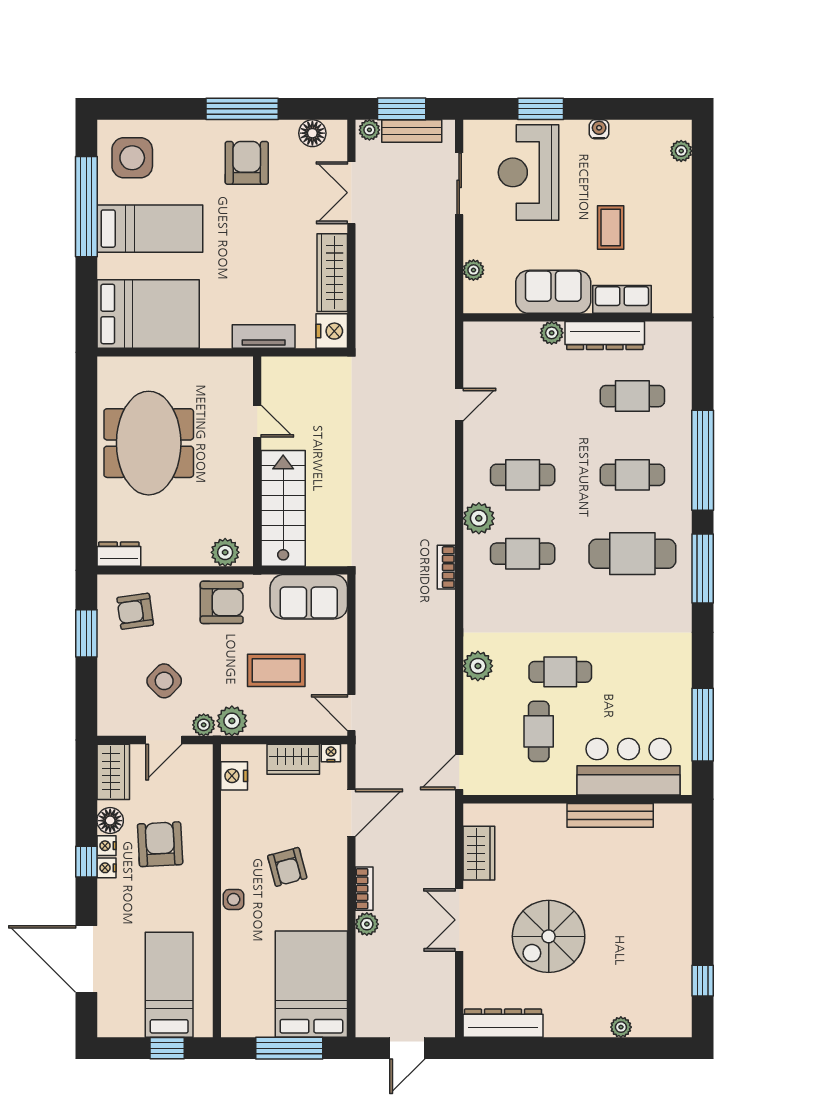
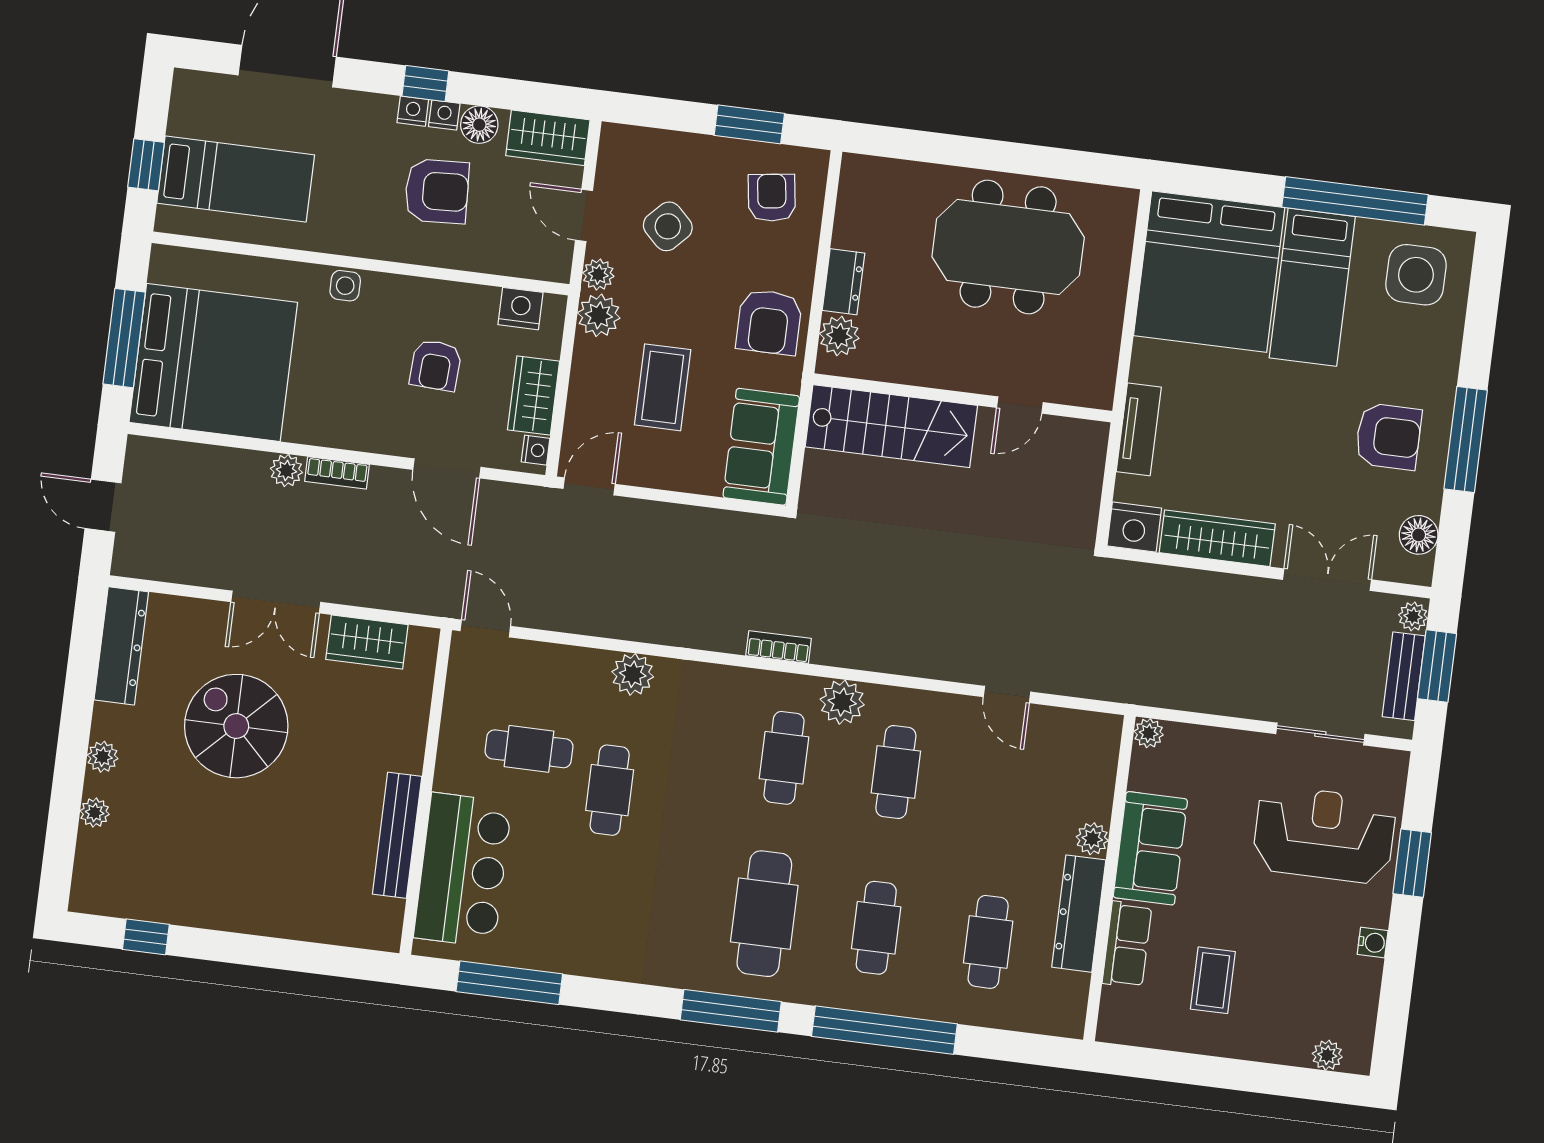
coffee table: (611, 228) -> (1213, 980), moved, turned 90
plant: (473, 270) -> (1149, 733), moved
bed: (148, 314) -> (1209, 272), width x1.36
dresser: (119, 554) -> (844, 282), moved
armchair: (287, 867) -> (436, 365), moved, turned -72
double door: (459, 920) -> (276, 602), swing flipped
bed: (311, 984) -> (213, 362), width x1.36
plant: (582, 1026) -> (103, 757), added

